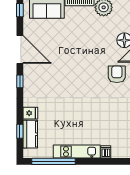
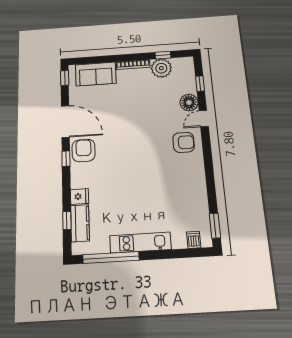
armchair: (117, 74) -> (184, 142), turned 90
armchair: (35, 76) -> (84, 150), added
dishwasher: (106, 152) -> (194, 240), moved

